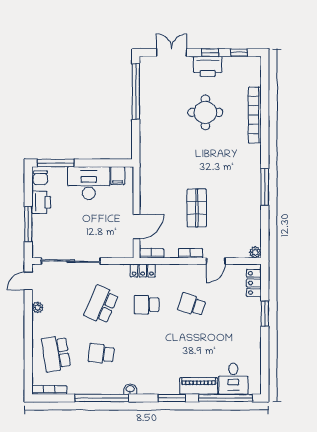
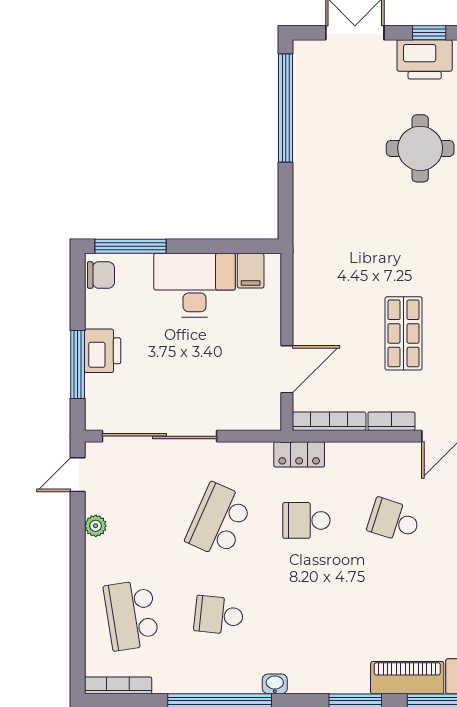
chair: (40, 178) -> (101, 275), turned -90
printer: (41, 202) -> (103, 351), moved
bookcase: (151, 253) -> (329, 421), width x1.56

